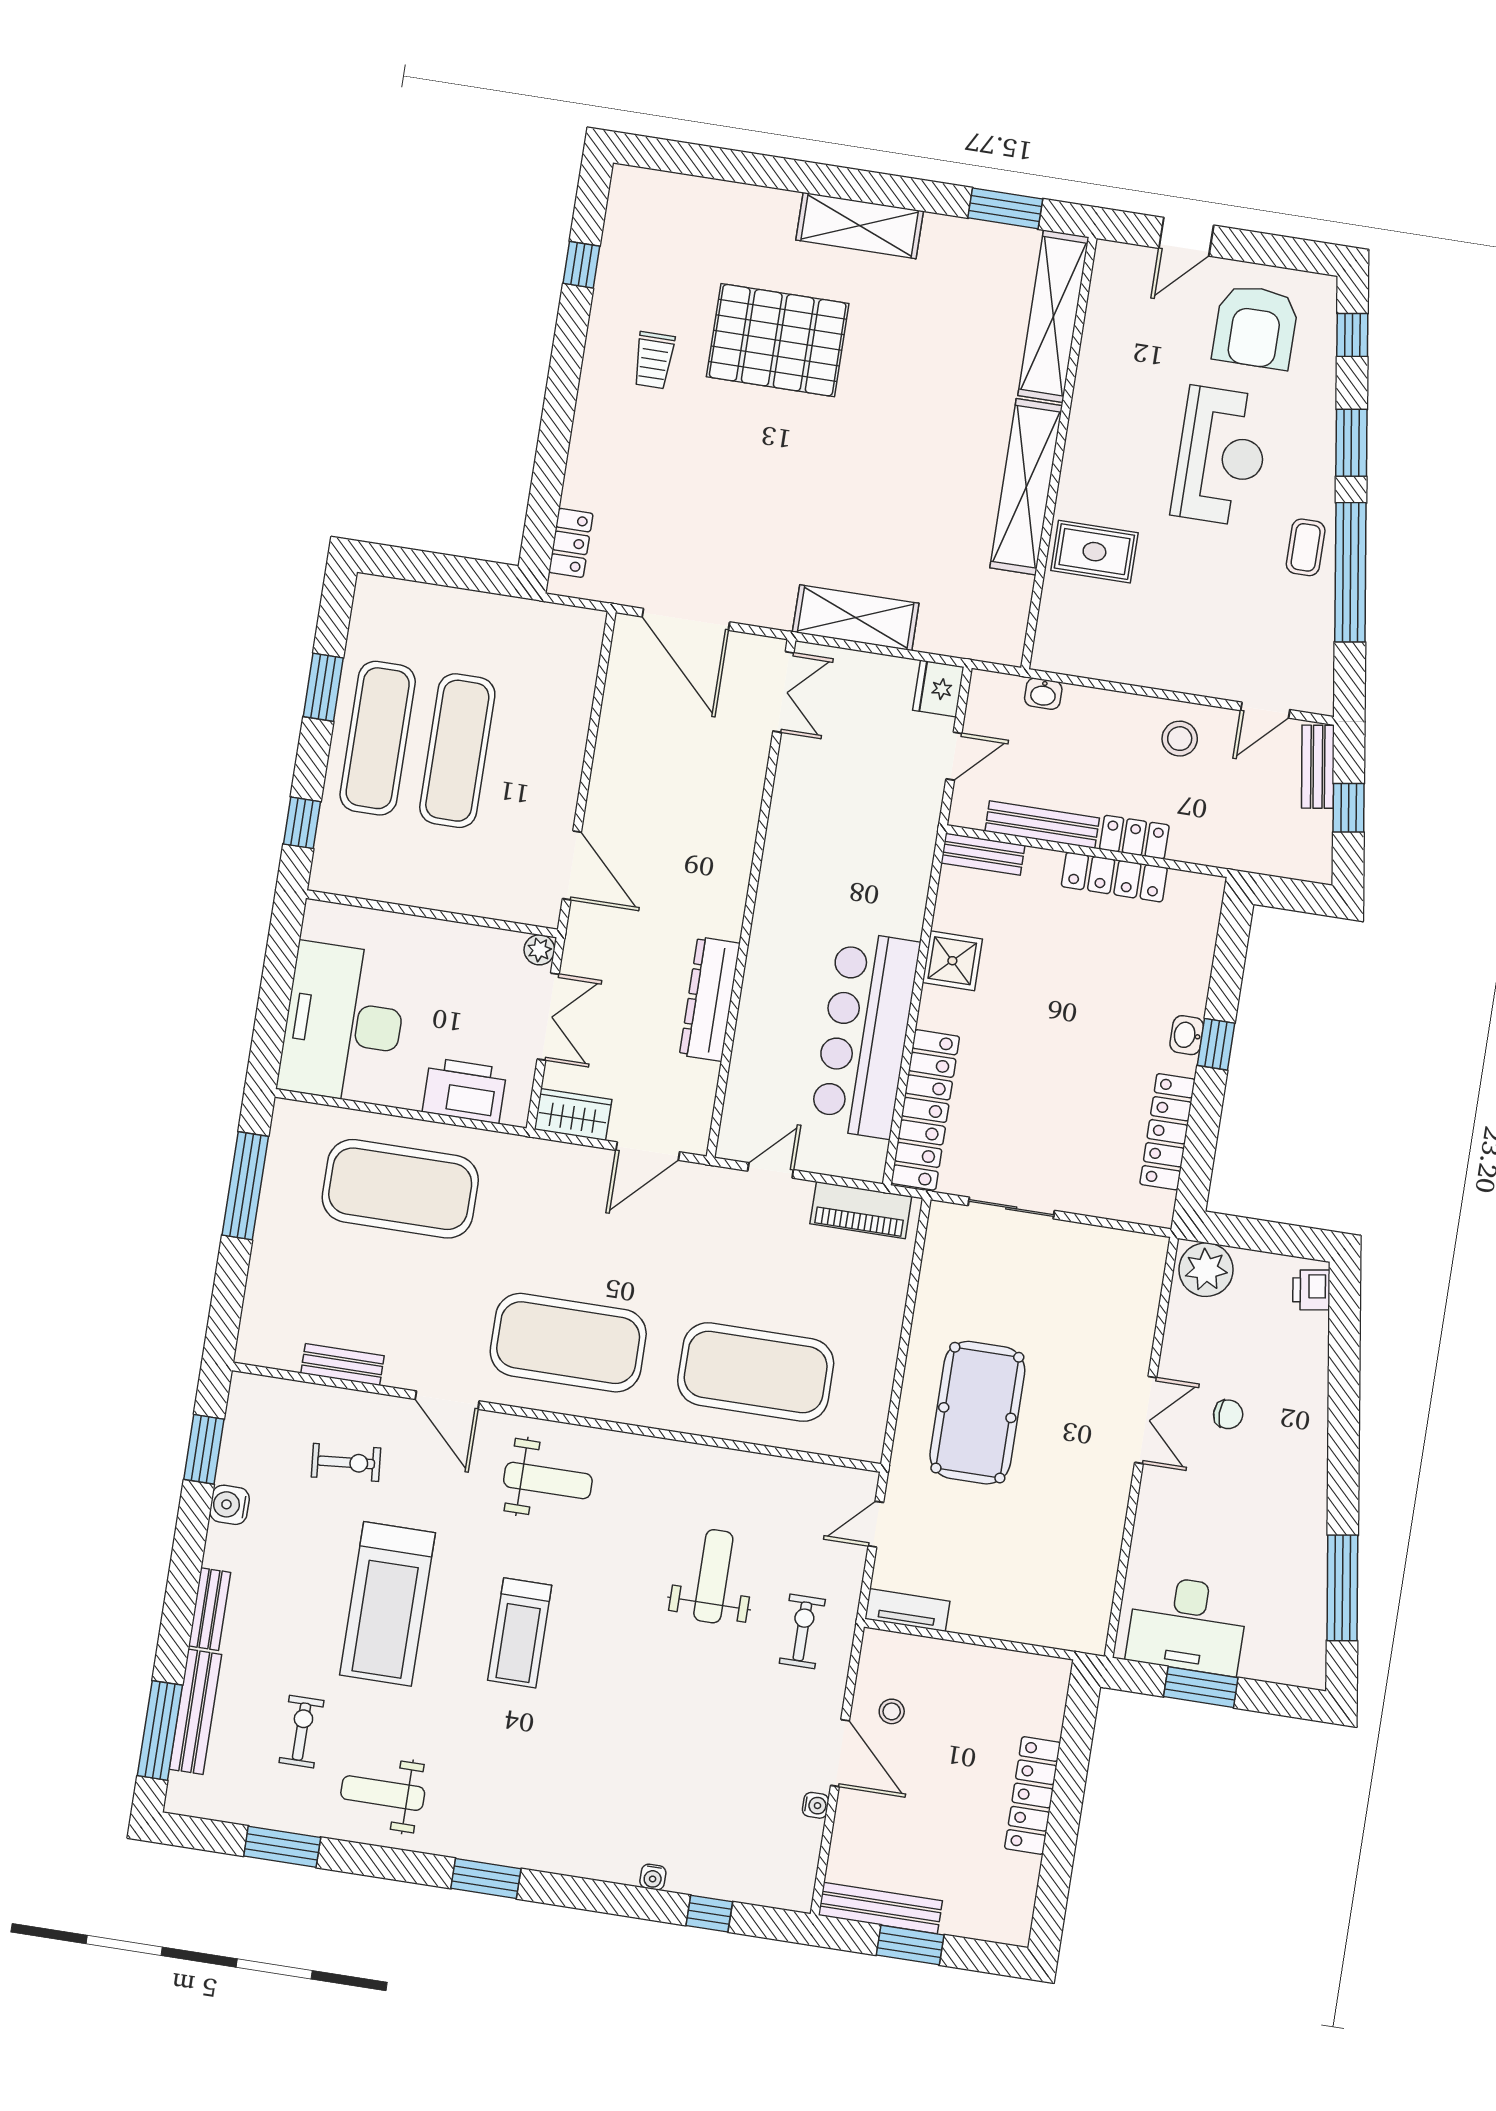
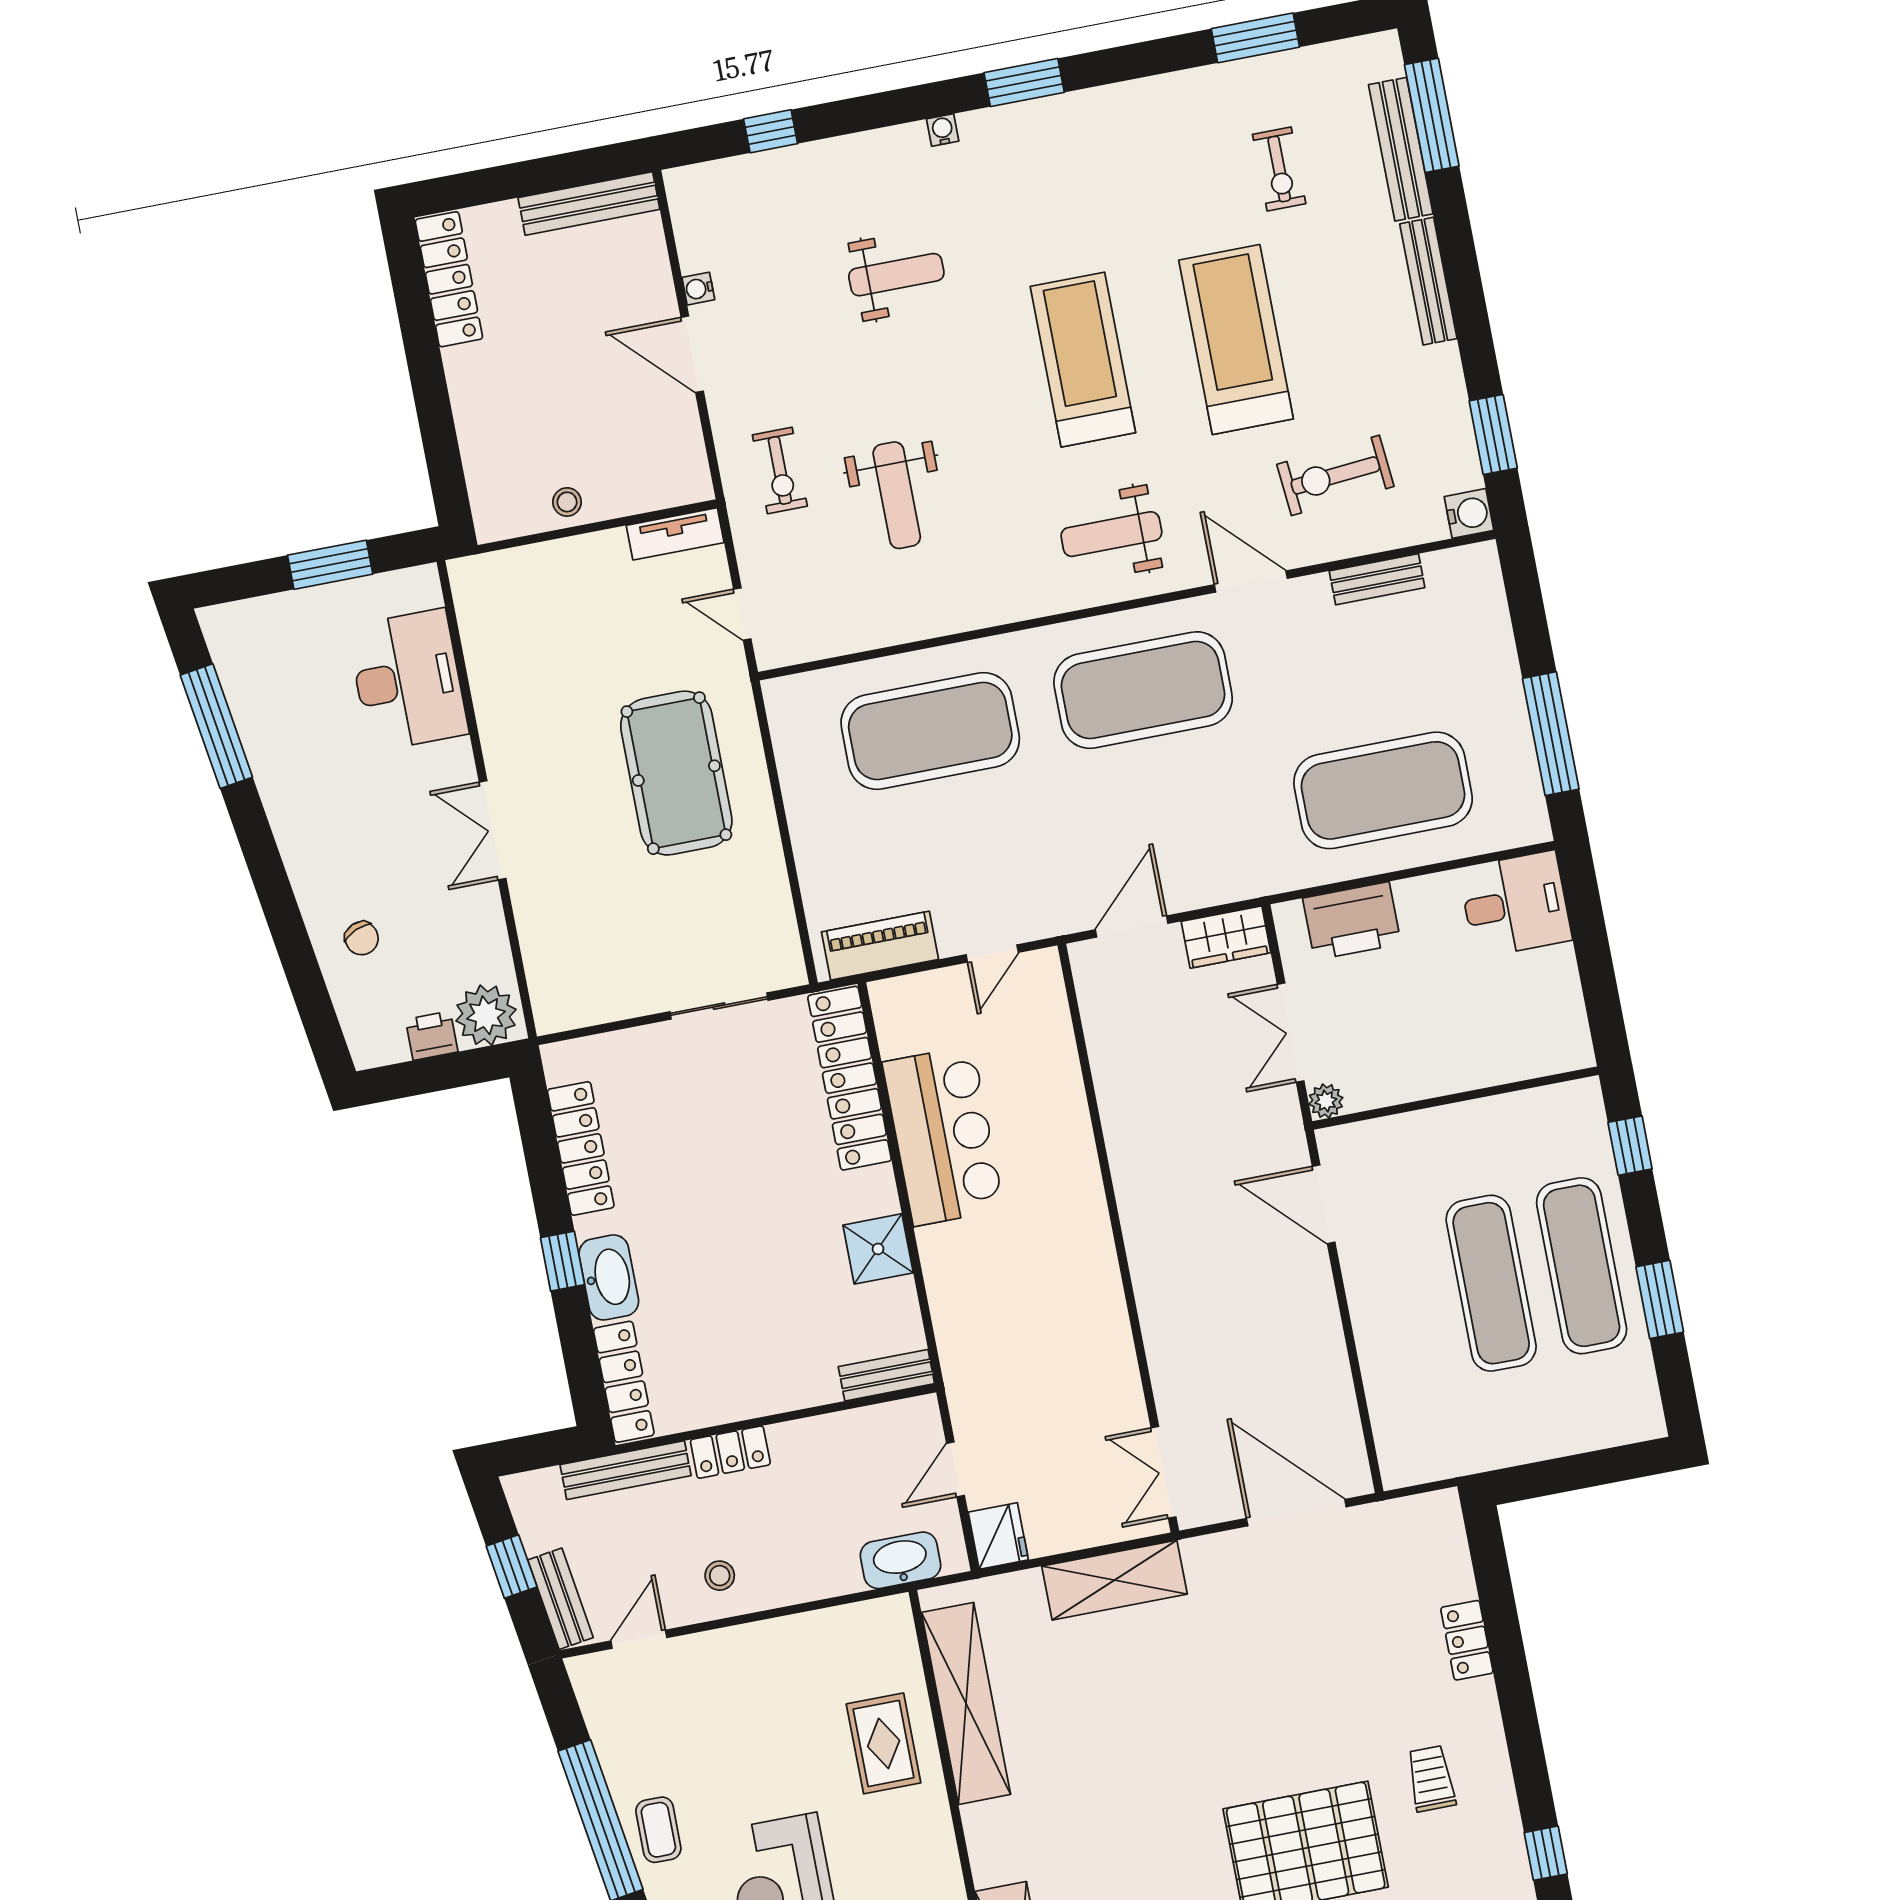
shelving: (1026, 487) -> (966, 1703), moved
locker: (571, 543) -> (1467, 1640), moved
rug: (1094, 552) -> (884, 1743), turned 90
washbasin: (1043, 694) -> (900, 1560), width x1.91, depth x1.45
stool: (1180, 739) -> (720, 1576), width x0.73, depth x0.73
bench: (1042, 825) -> (626, 1470), moved
locker: (1114, 877) -> (624, 1382), moved, turned 90
dresser: (710, 999) -> (1124, 1114), removed
desk: (343, 1023) -> (1515, 904), width x0.53, depth x0.77
bar counter: (865, 1035) -> (943, 1136), width x0.73
washbasin: (1187, 1035) -> (609, 1277), width x1.91, depth x1.45
printer: (1311, 1290) -> (432, 1036), moved, turned -82
chair: (1228, 1414) -> (362, 938), moved, turned -113
exercise bike: (346, 1462) -> (1335, 475), width x1.38, depth x1.39
water cooler: (229, 1505) -> (1469, 513), moved
door: (876, 1524) -> (742, 614), swing flipped
bench: (210, 1609) -> (1428, 281), width x1.36
desk: (1187, 1625) -> (408, 680), moved, turned 90
treadmill: (520, 1633) -> (1083, 360), width x1.37, depth x1.38
stool: (892, 1711) -> (567, 502), moved
weight bench: (383, 1793) -> (896, 275), moved
locker: (1033, 1796) -> (449, 279), moved
water cooler: (653, 1877) -> (943, 130), moved
window: (910, 1945) -> (543, 175), removed

